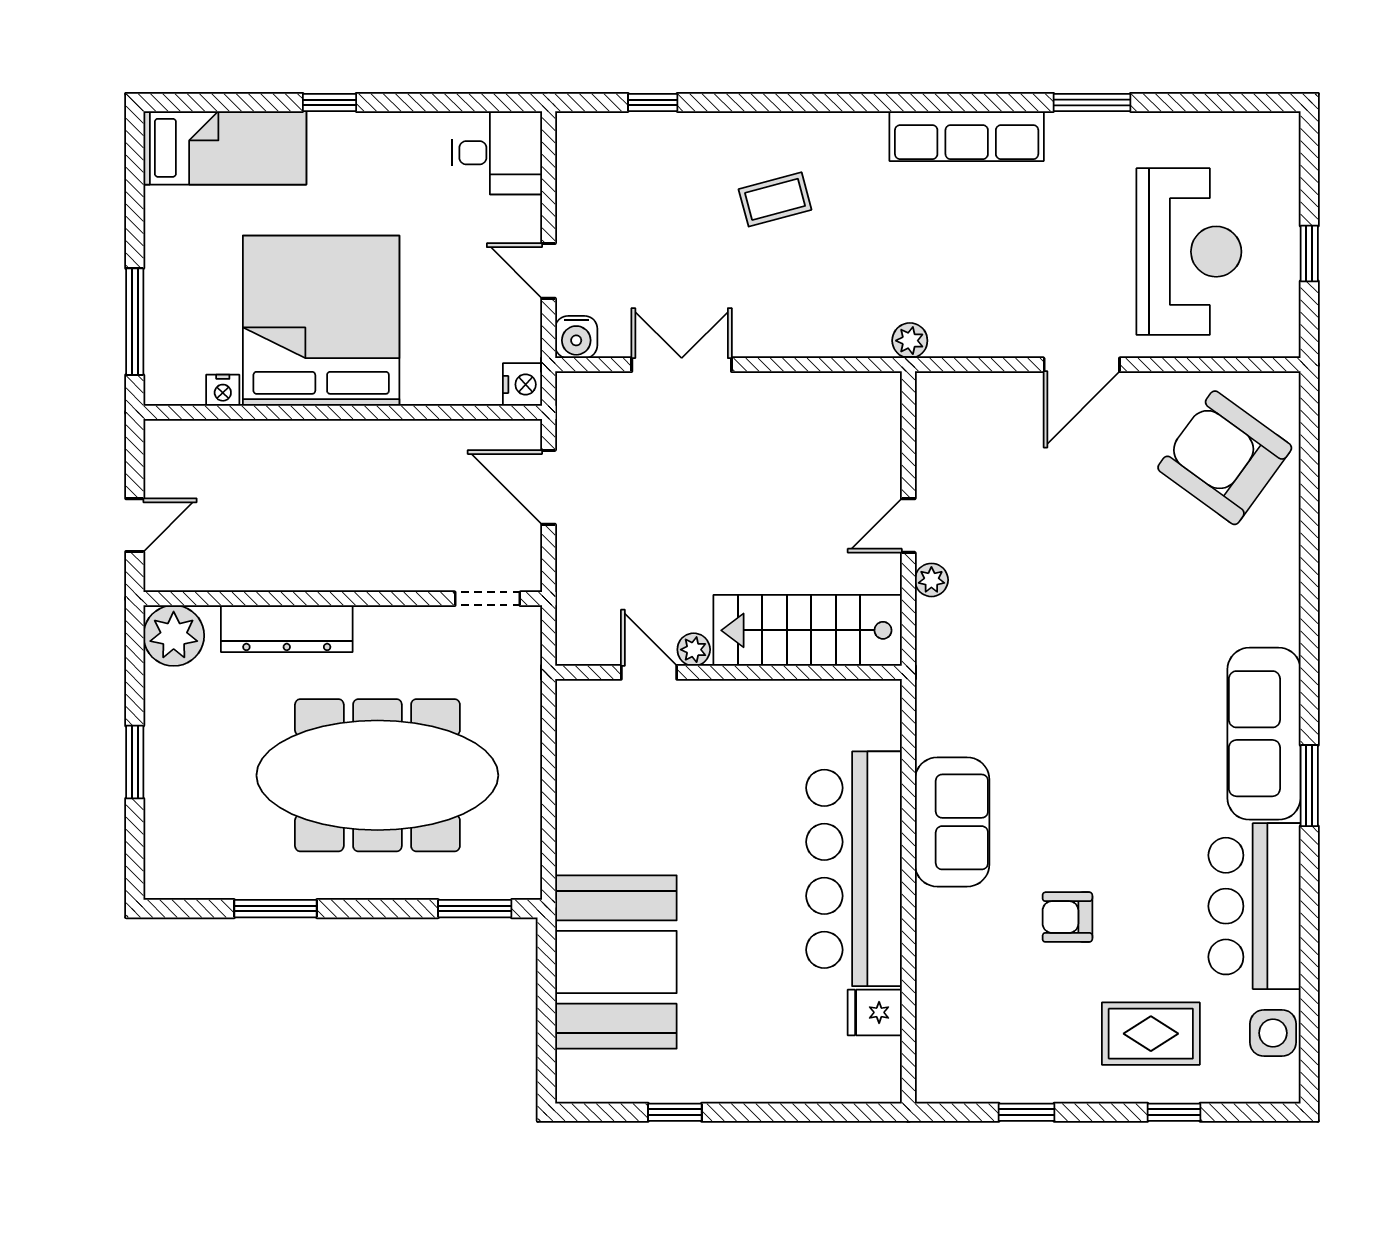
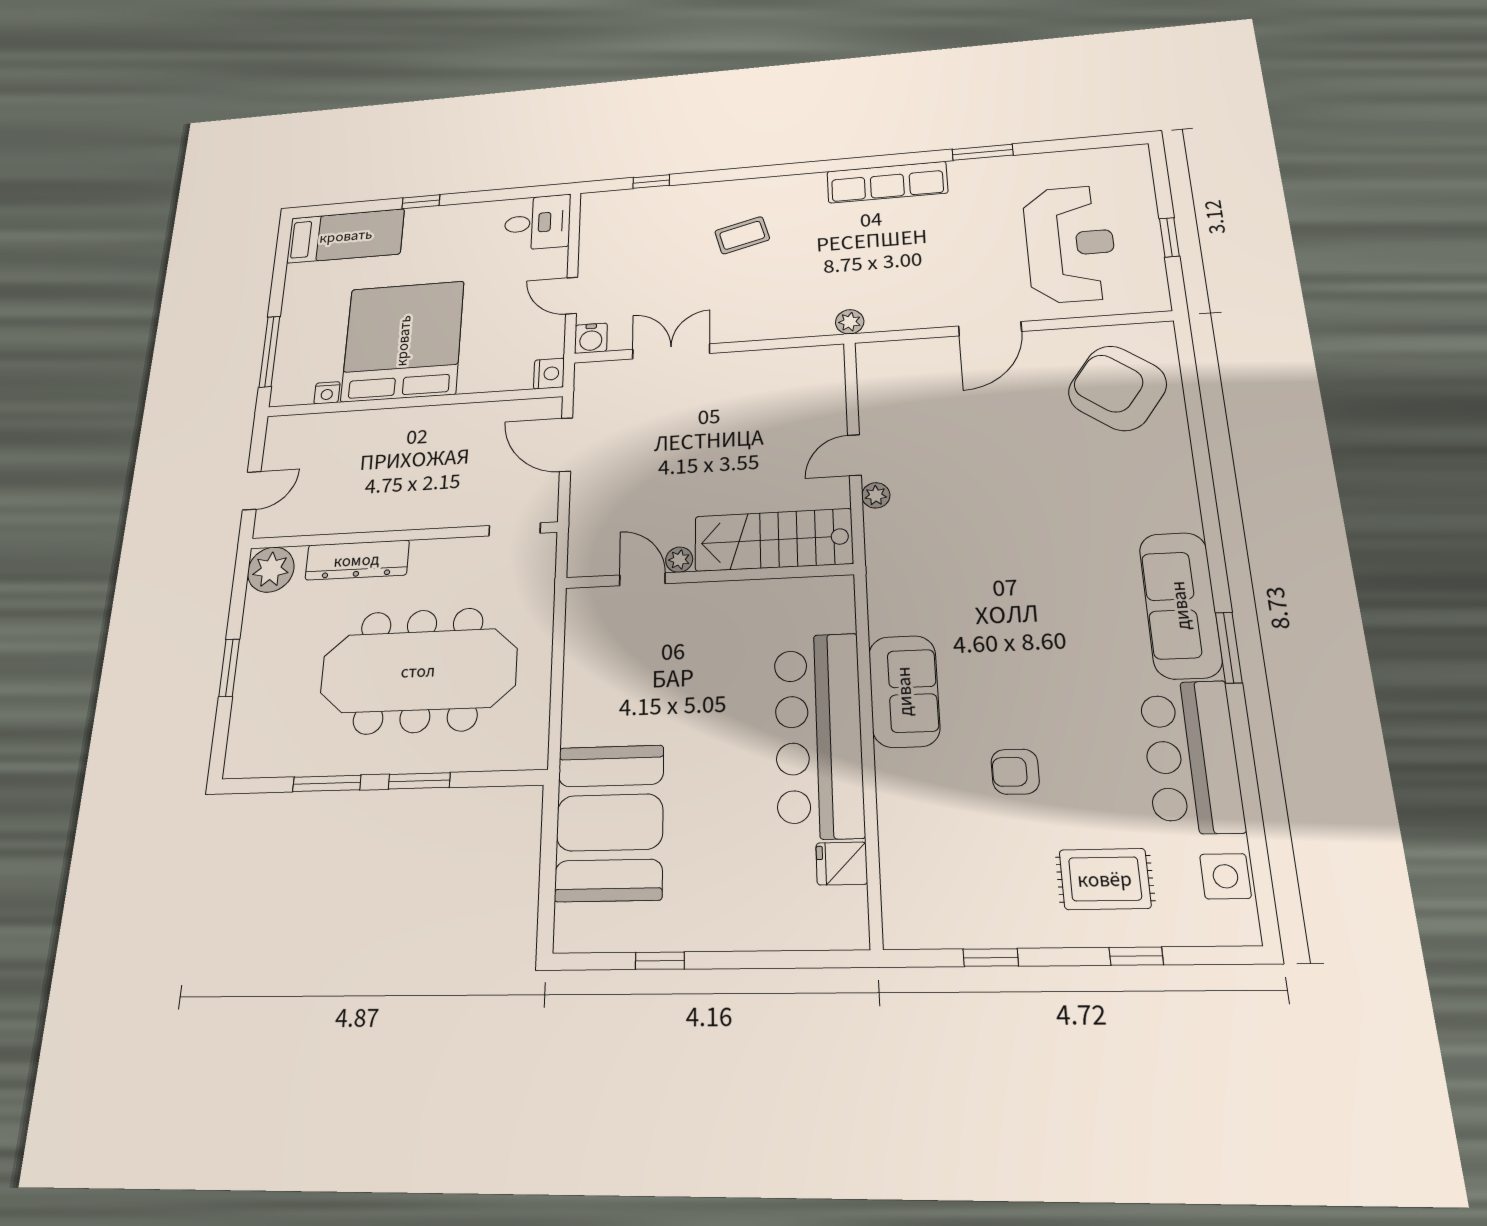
window: (475, 909) -> (419, 781), moved

